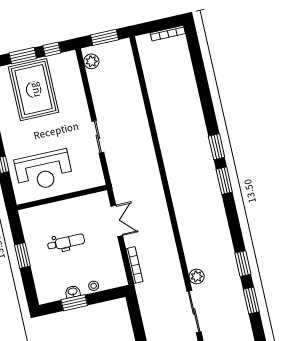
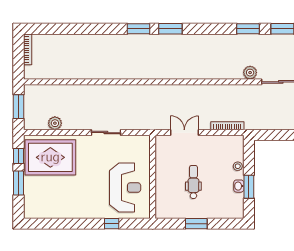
plant: (91, 61) -> (55, 123), moved
rug: (34, 90) -> (50, 157), moved

